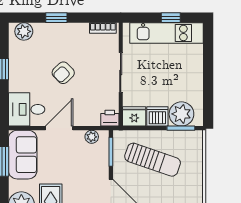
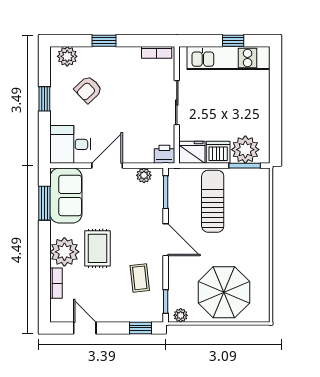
armchair: (63, 73) -> (88, 89), moved
sun lounger: (153, 160) -> (213, 201), turned -109

